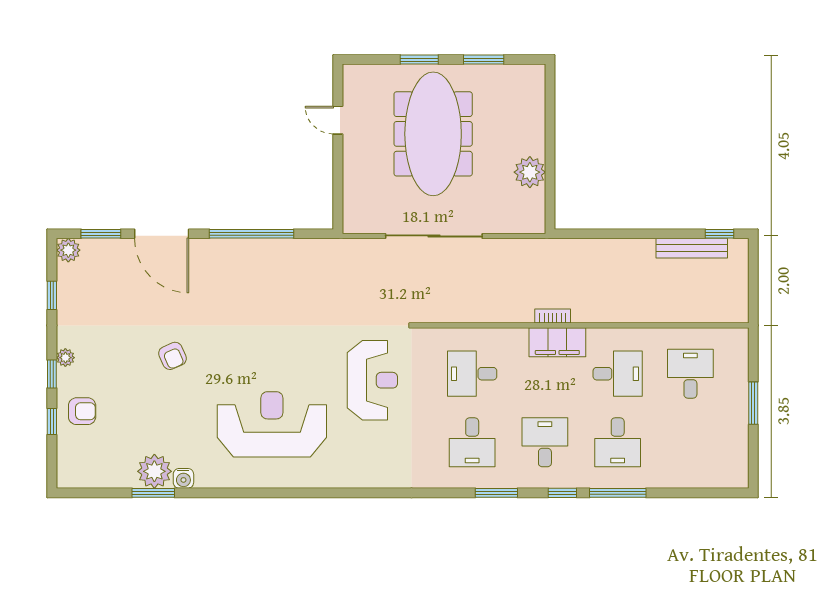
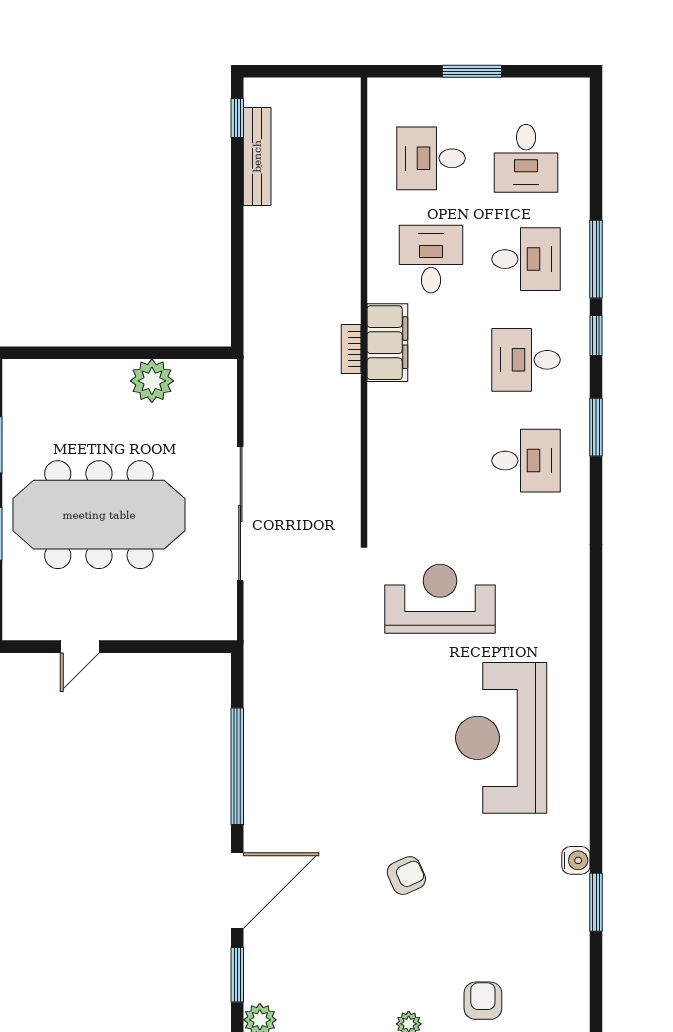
desk: (472, 374) -> (526, 158), moved
plant: (154, 471) -> (566, 901), removed

